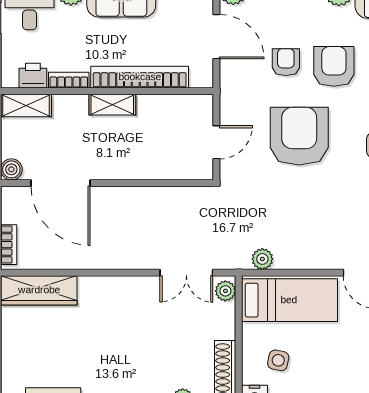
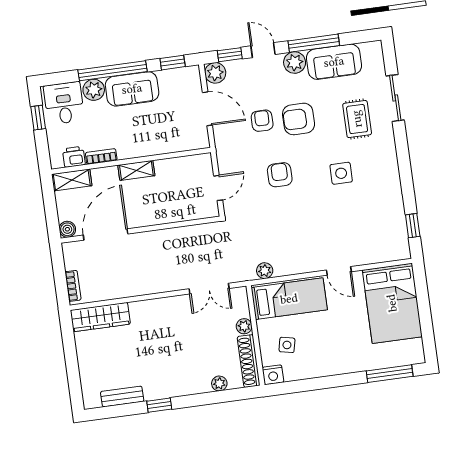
armchair: (334, 66) -> (299, 119), turned -90
bookcase: (140, 77) -> (154, 147), removed
armchair: (299, 136) -> (280, 175), width x0.53, depth x0.53
door: (61, 183) -> (106, 234), swing flipped
plant: (225, 291) -> (244, 326), moved

